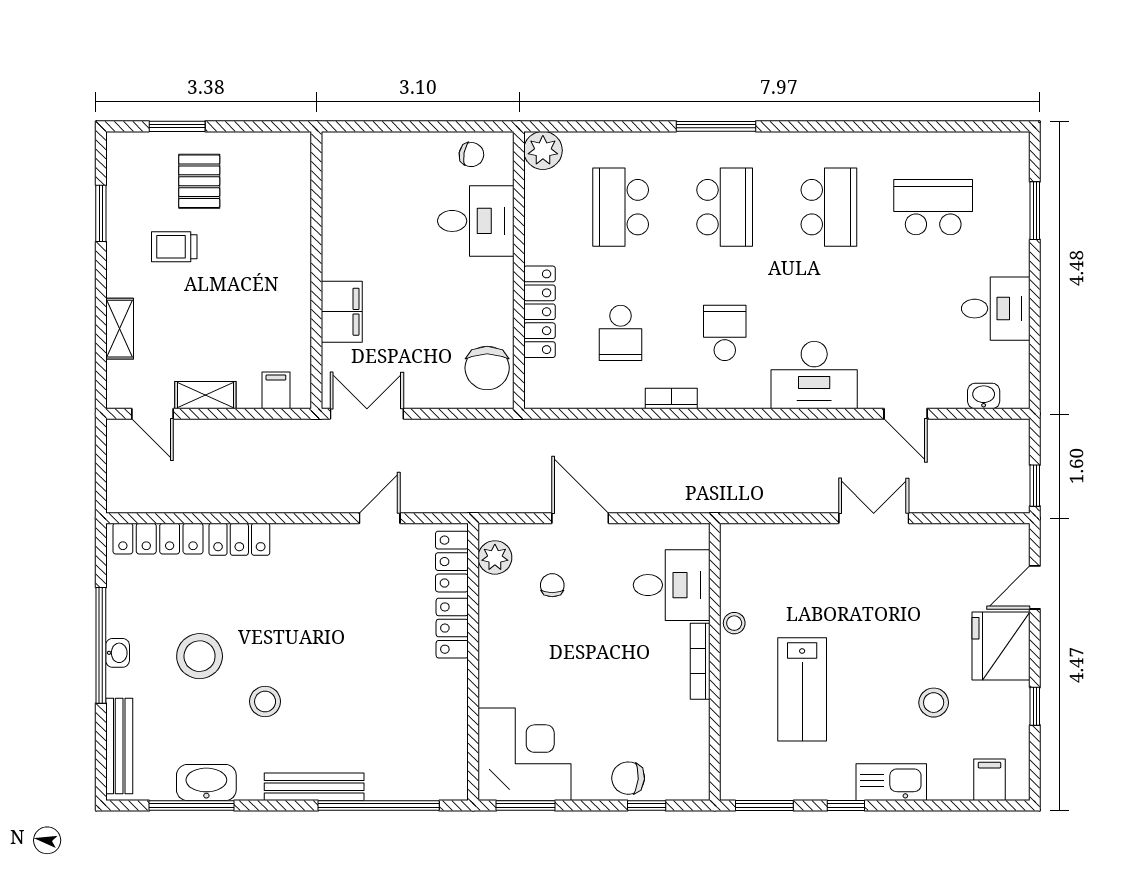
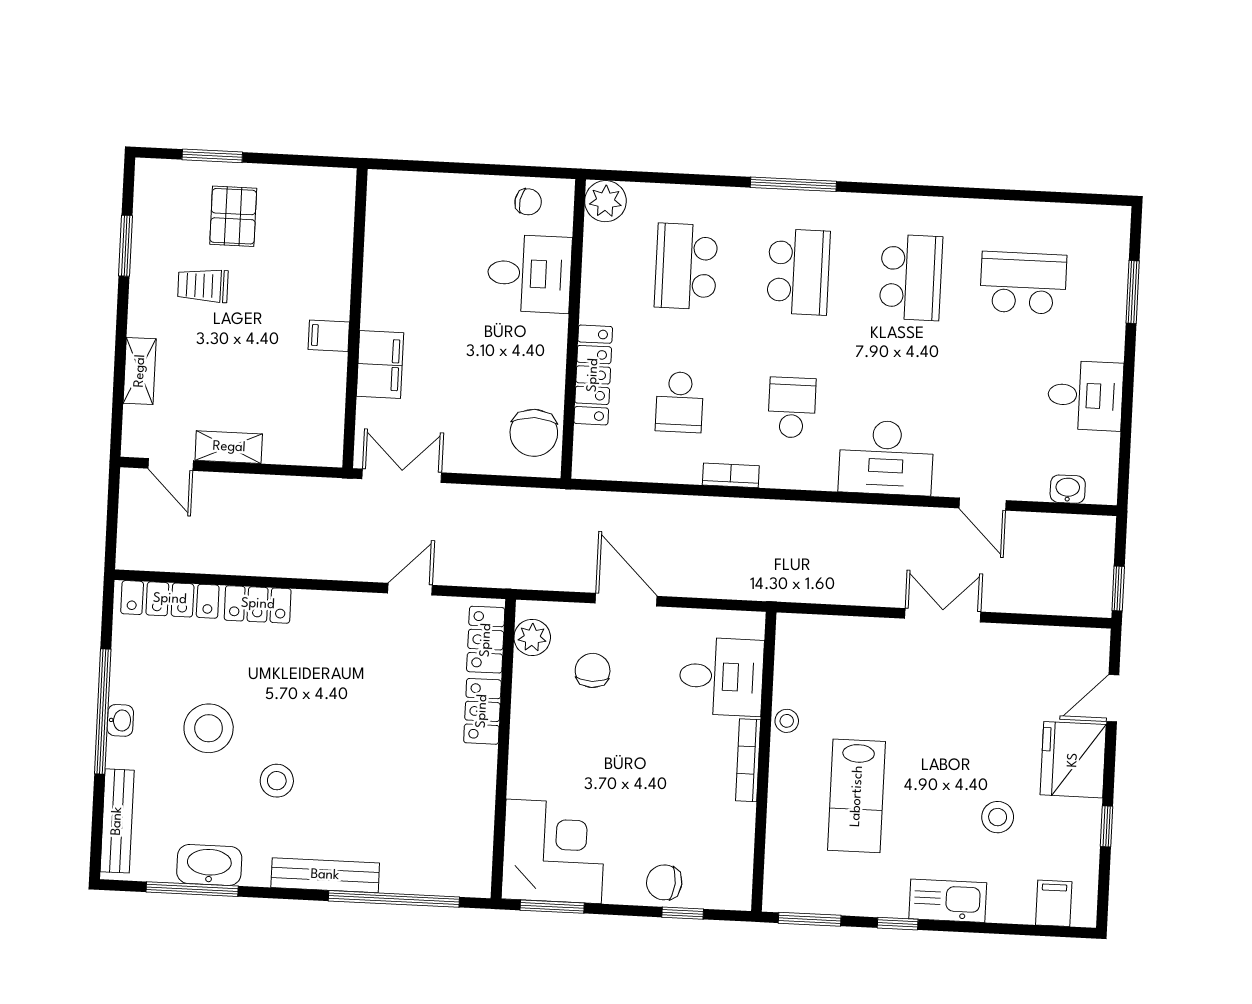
filing cabinet: (276, 390) -> (329, 336), moved, turned -90
chair: (552, 585) -> (593, 670), width x1.37, depth x1.37

